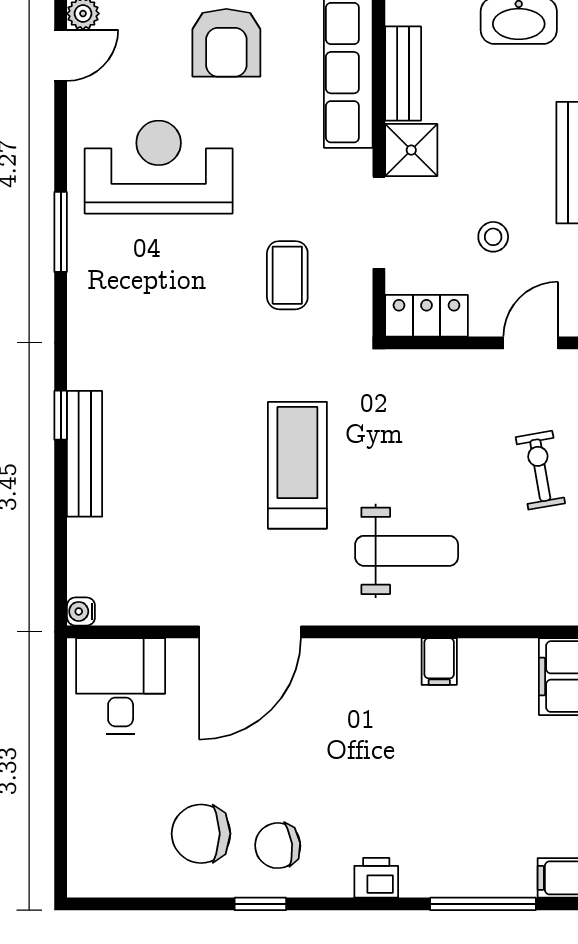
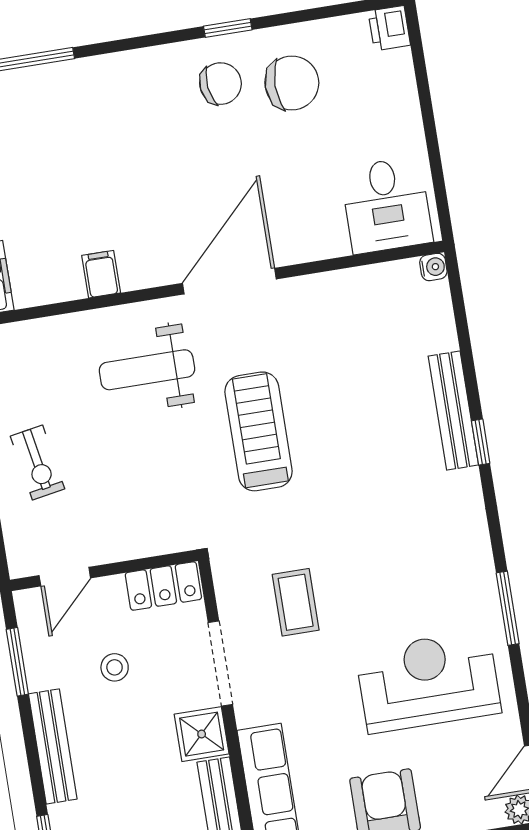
reception desk: (159, 167) -> (428, 681), turned 180
treadmill: (297, 465) -> (259, 431), turned 180
door: (250, 632) -> (229, 281), moved
printer: (376, 878) -> (389, 28), moved, turned 90

